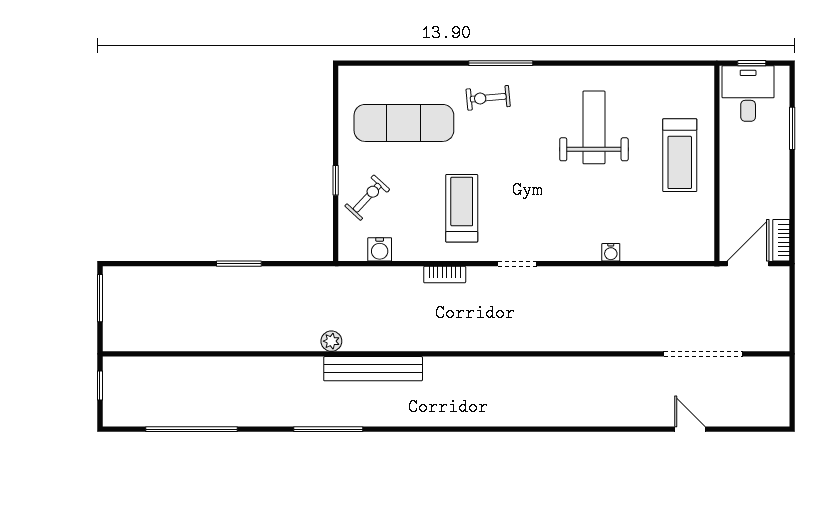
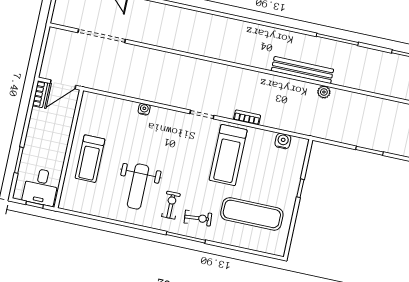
treadmill: (680, 155) -> (90, 159), turned 180
exercise bike: (367, 198) -> (171, 205), moved, turned 137
treadmill: (462, 208) -> (228, 155), width x1.37, depth x1.38

